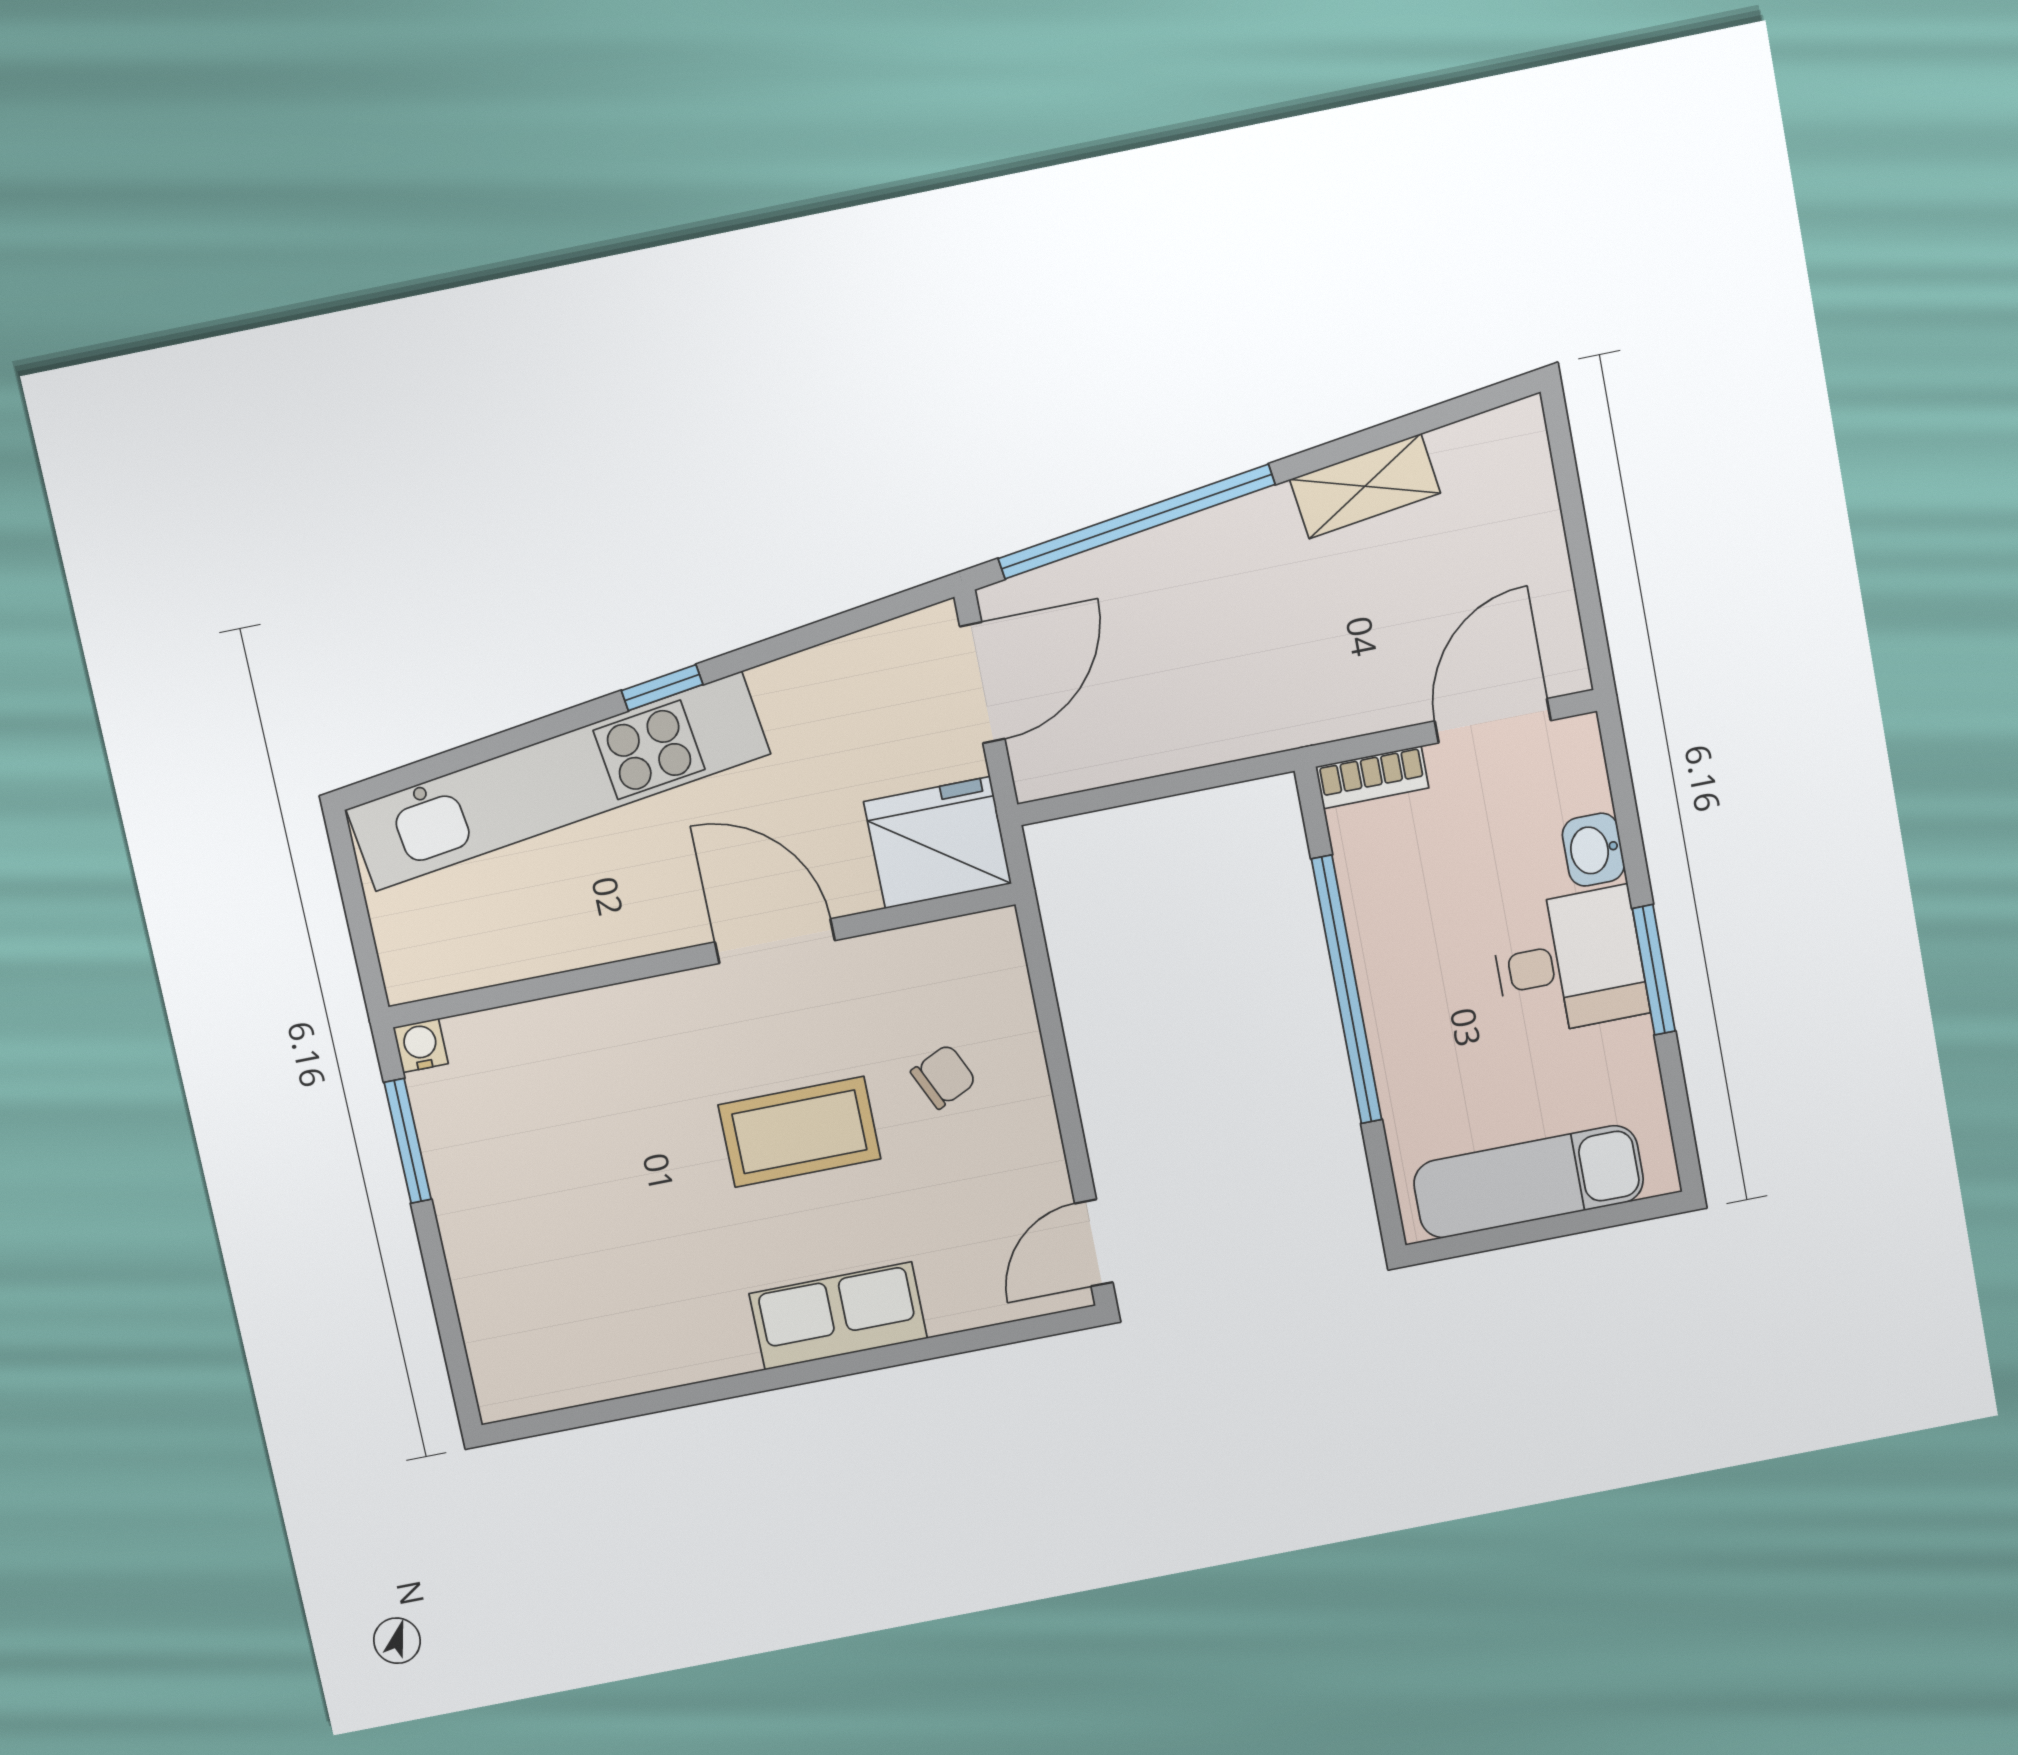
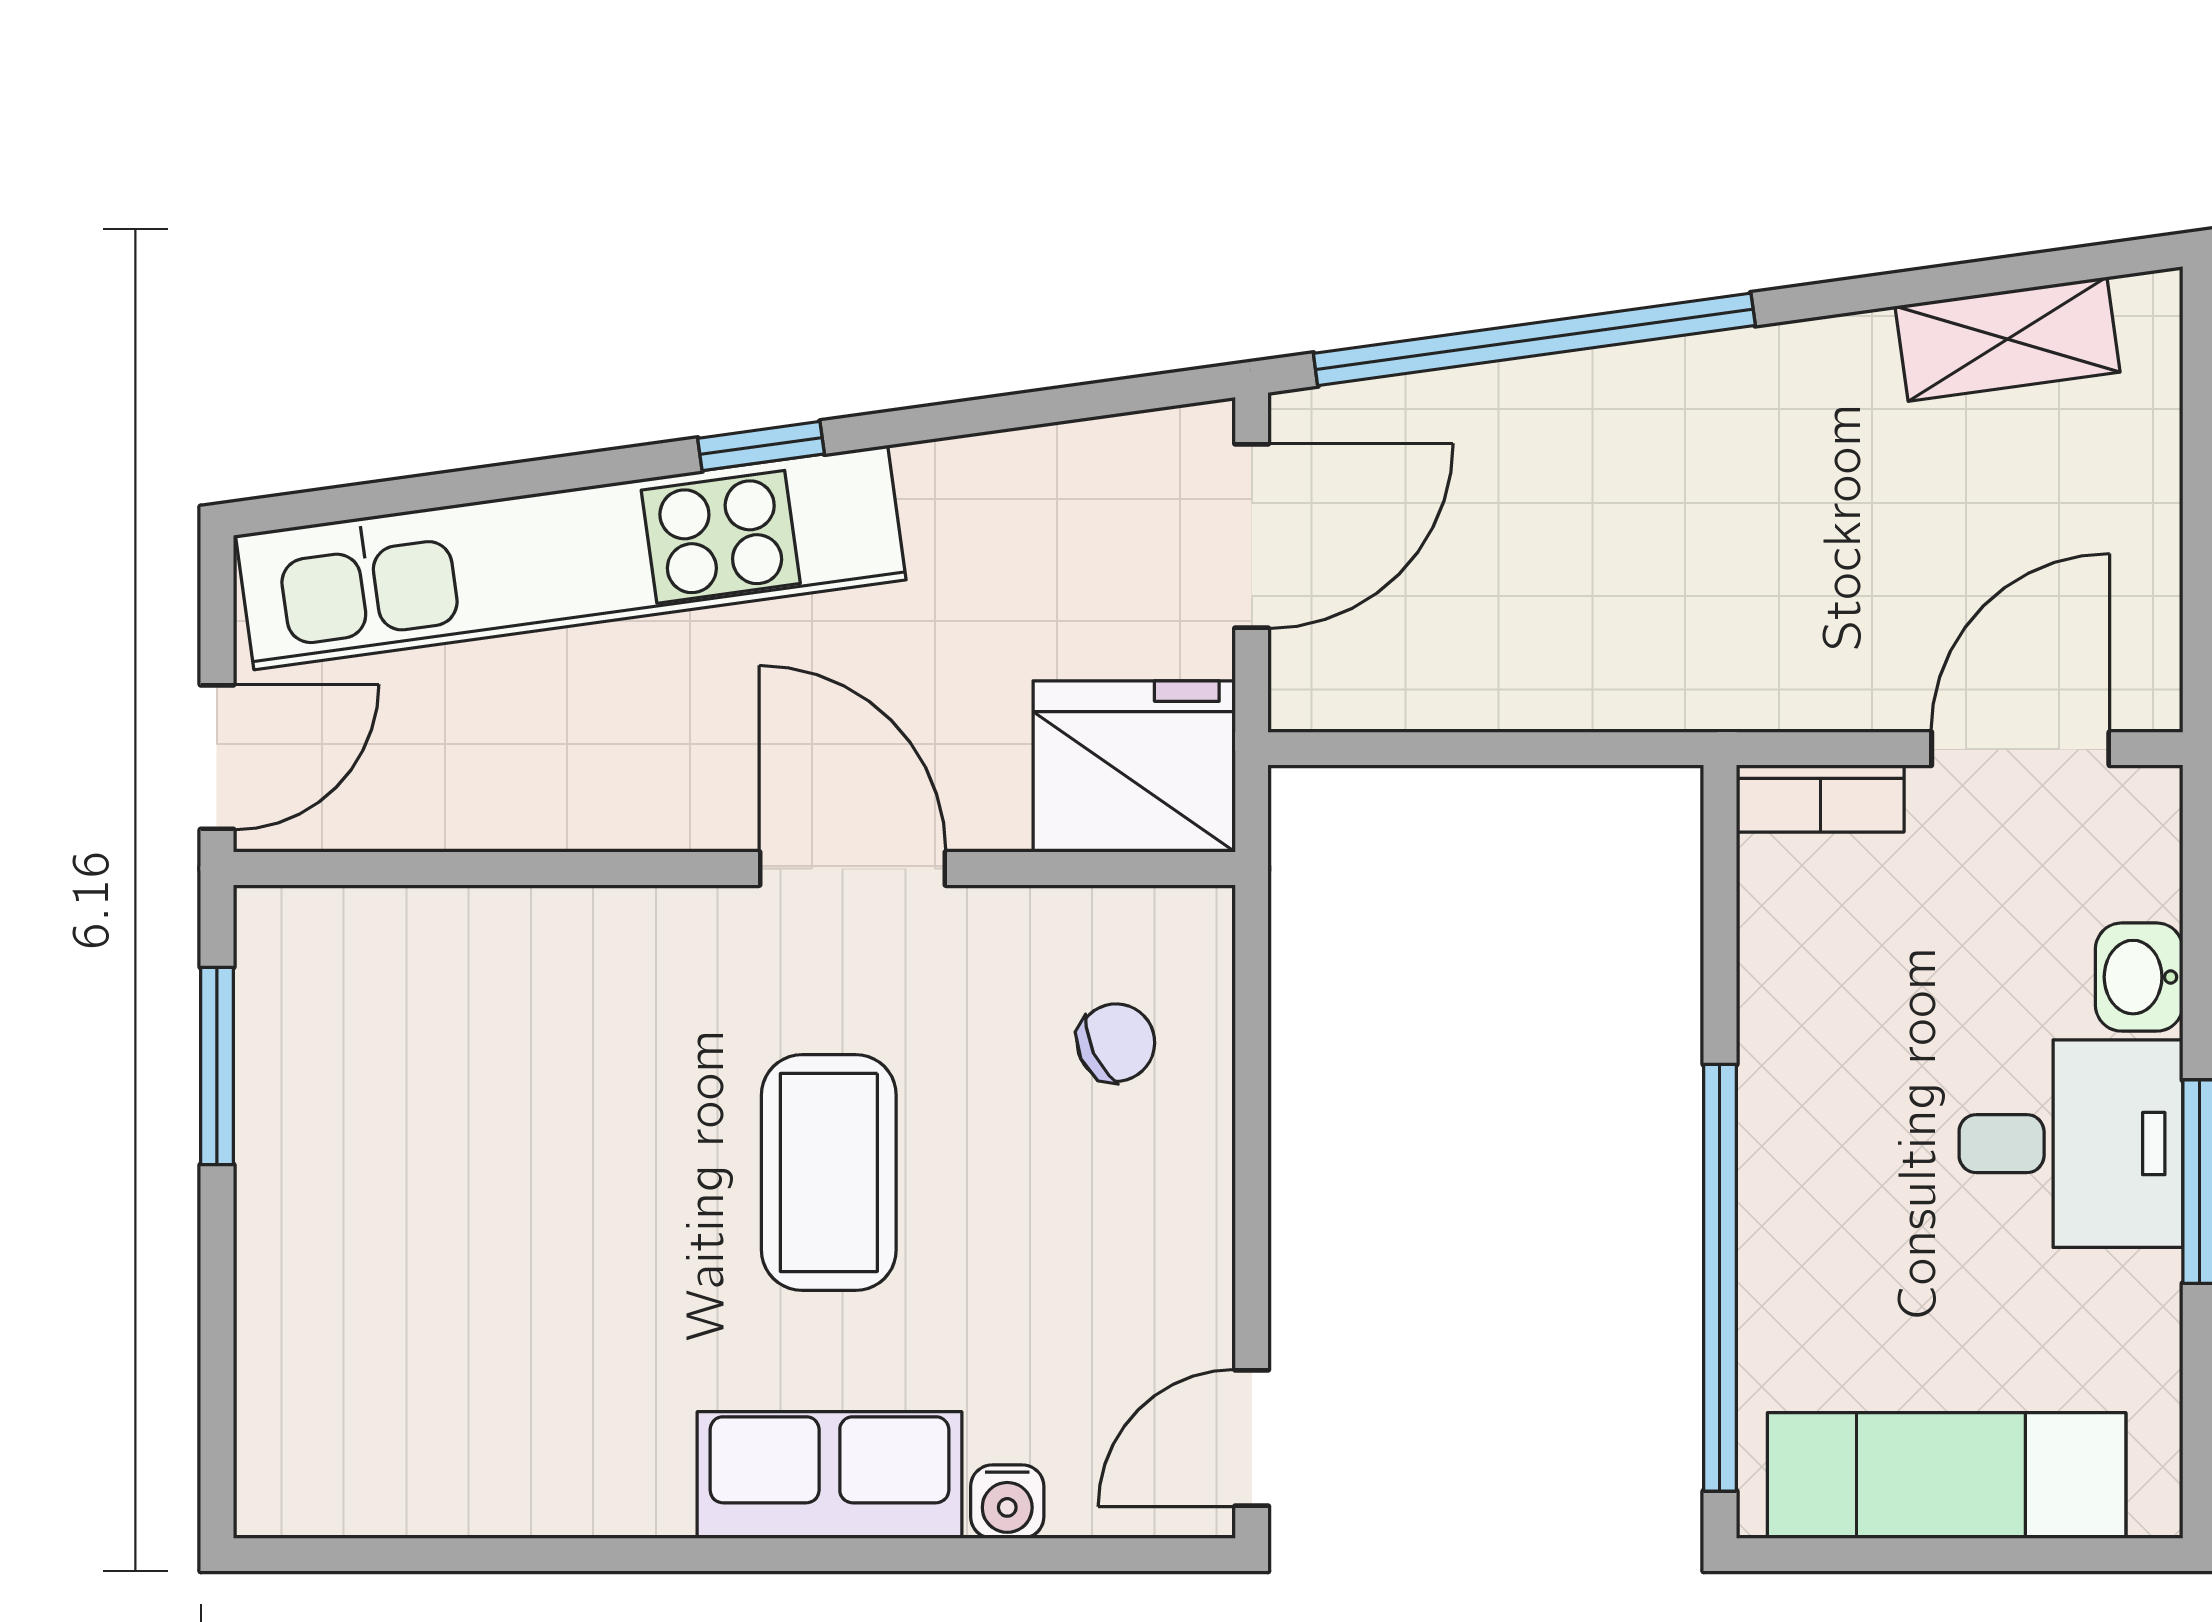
shelving: (1365, 486) -> (2008, 339), moved
door: (365, 950) -> (217, 757), added
window: (1347, 990) -> (1720, 1278), moved
water cooler: (421, 1046) -> (1007, 1502), moved, turned 180
chair: (944, 1077) -> (1116, 1043), moved
coffee table: (799, 1132) -> (829, 1172), turned 90

